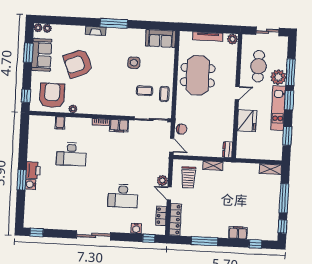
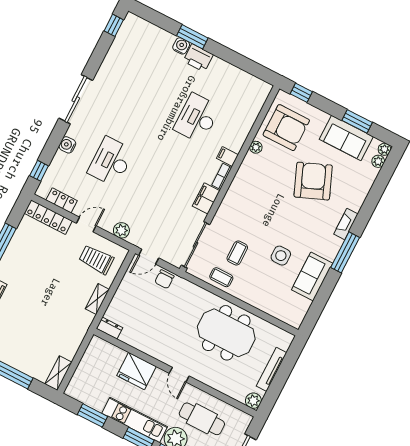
sofa: (161, 38) -> (312, 276), moved
filing cabinet: (60, 123) -> (227, 156), moved
plant: (162, 180) -> (121, 230), moved
water cooler: (136, 228) -> (67, 145), moved

